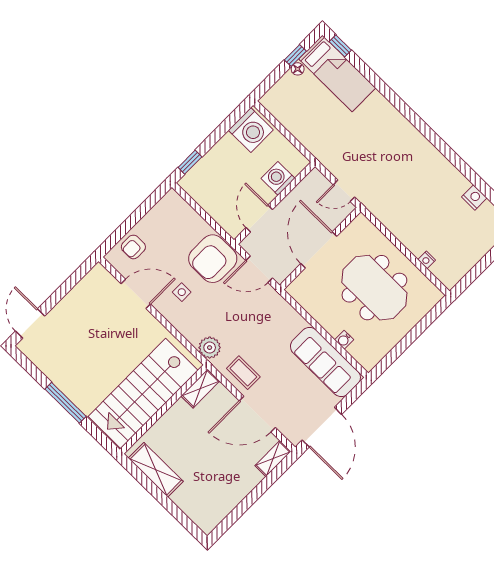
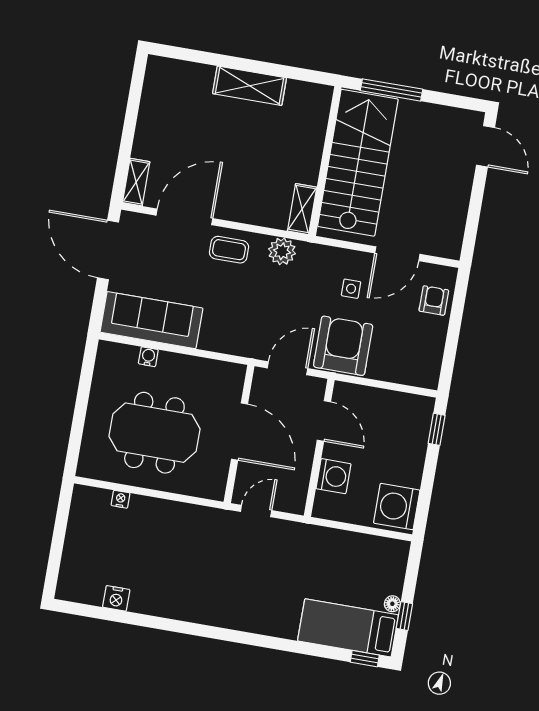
shelving: (200, 389) -> (302, 209), moved
stairs: (143, 393) -> (358, 163), moved
wall: (164, 409) -> (325, 161), moved

